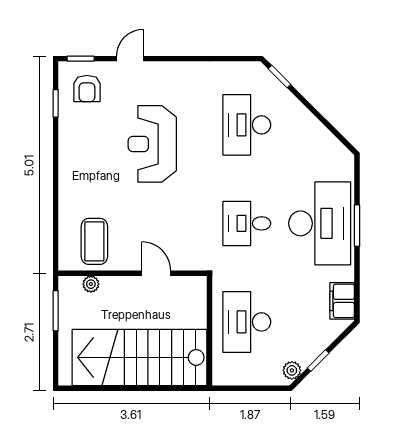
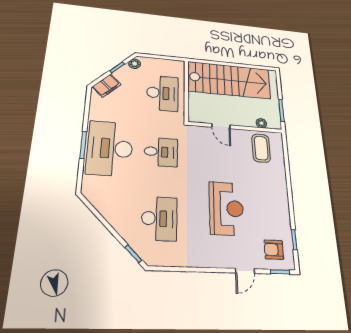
armchair: (87, 89) -> (274, 250), turned -90
filing cabinet: (342, 301) -> (107, 86), moved, turned 45

